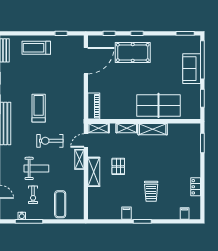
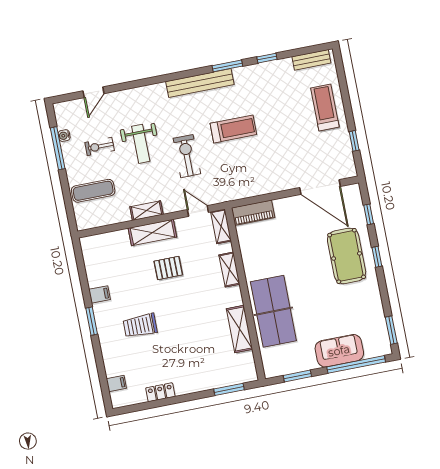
shelving: (153, 129) -> (239, 329), moved
shelving: (79, 159) -> (147, 211), moved

